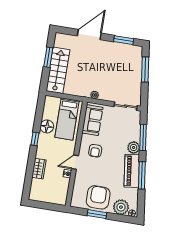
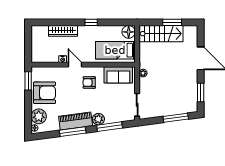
floor lamp: (47, 126) -> (129, 32), moved
wardrobe: (39, 169) -> (63, 31), width x1.50
window: (97, 214) -> (28, 81), moved

